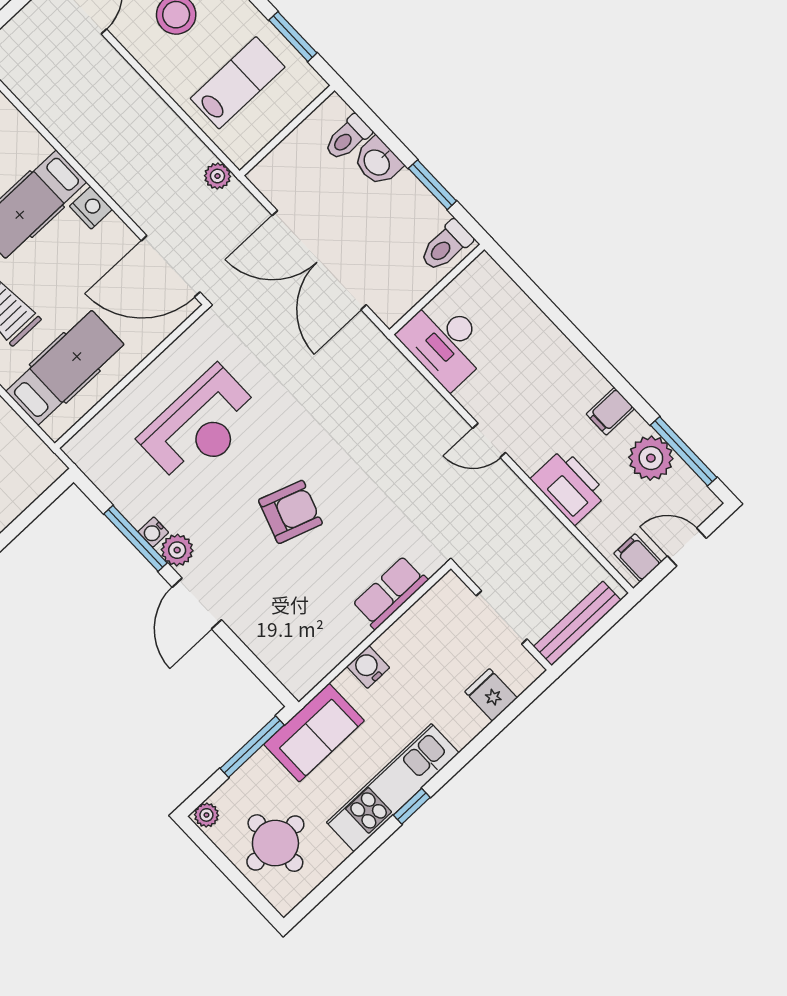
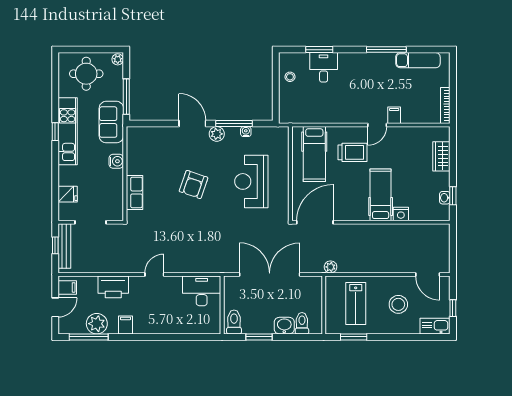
nightstand: (91, 208) -> (401, 214), moved
water cooler: (153, 532) -> (246, 132), moved
window: (590, 639) -> (55, 245), added

